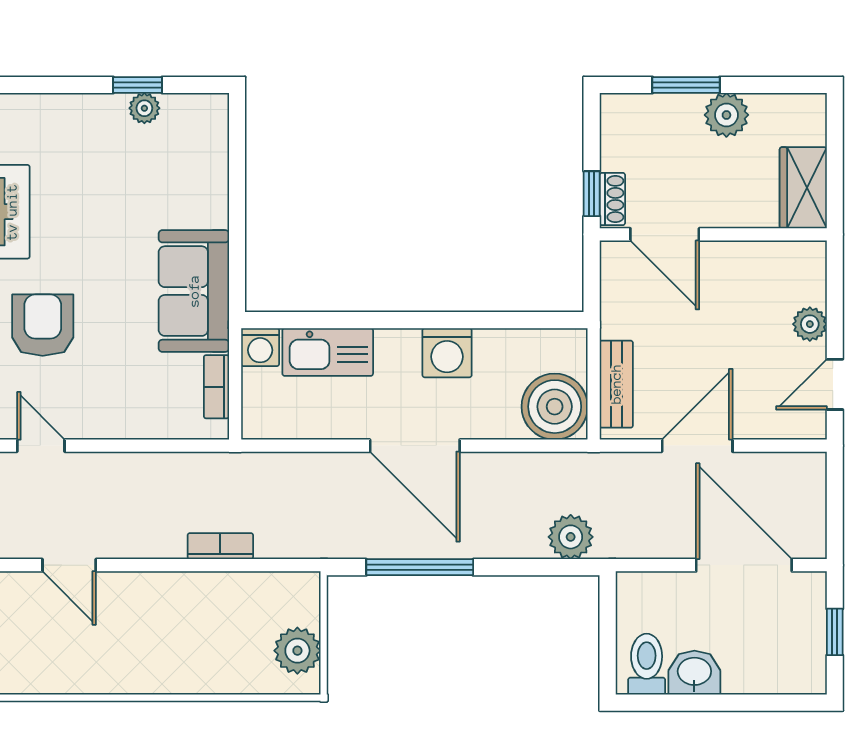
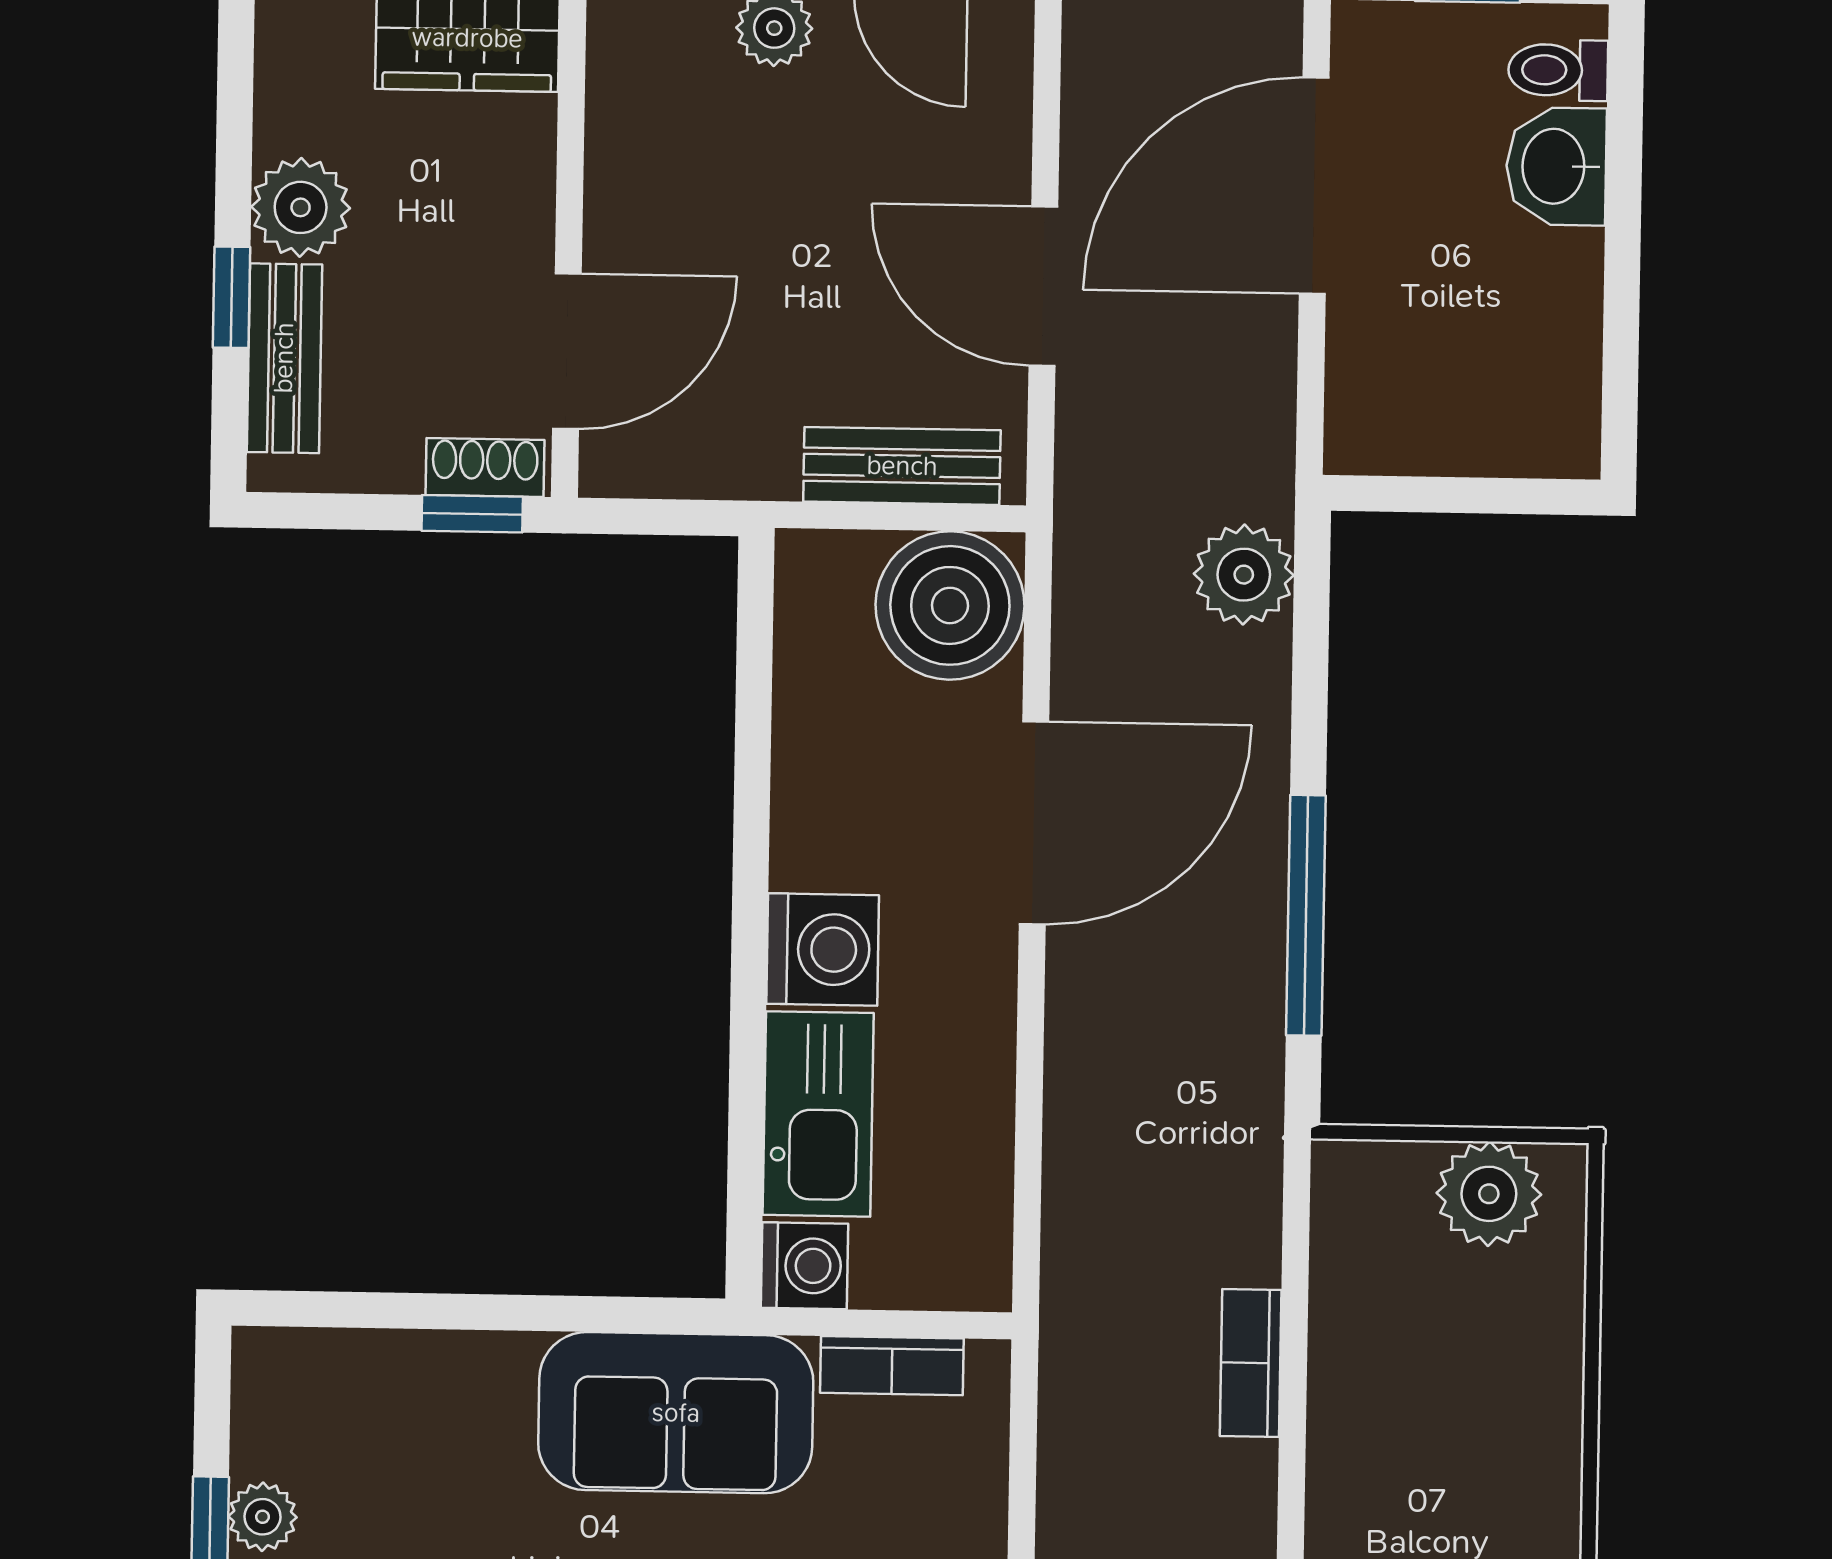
window: (686, 85) -> (232, 297), width x0.67
bench: (659, 109) -> (284, 358), added
washing machine: (447, 353) -> (823, 949), moved
door: (415, 446) -> (1034, 823), moved
toilet: (647, 664) -> (1558, 70), moved, width x0.73, depth x0.72
washbasin: (694, 673) -> (1556, 166), moved

